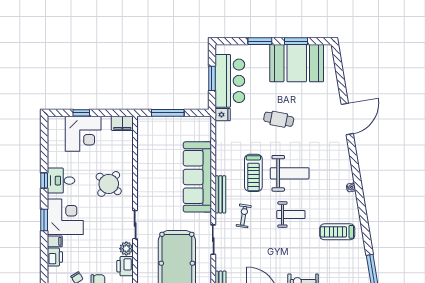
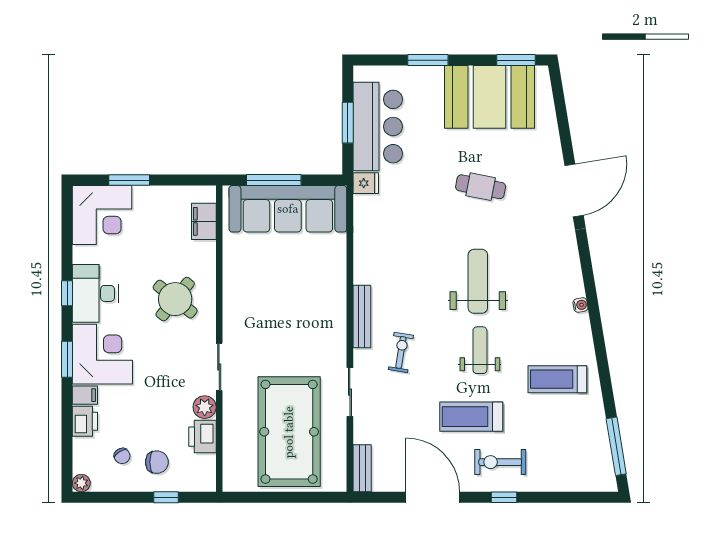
window: (296, 41) -> (516, 60), moved
window: (81, 113) -> (129, 180), width x1.50
cafe table: (279, 119) -> (481, 187), moved
filing cabinet: (122, 123) -> (204, 221), moved, turned 90
corner desk: (83, 134) -> (102, 215), moved
treadmill: (253, 173) -> (471, 417), moved, turned 90
weight bench: (290, 173) -> (478, 281), turned -90
sofa: (197, 177) -> (288, 209), moved, turned -90
desk: (61, 181) -> (95, 293), width x1.37
weight bench: (291, 215) -> (480, 350), turned -90

